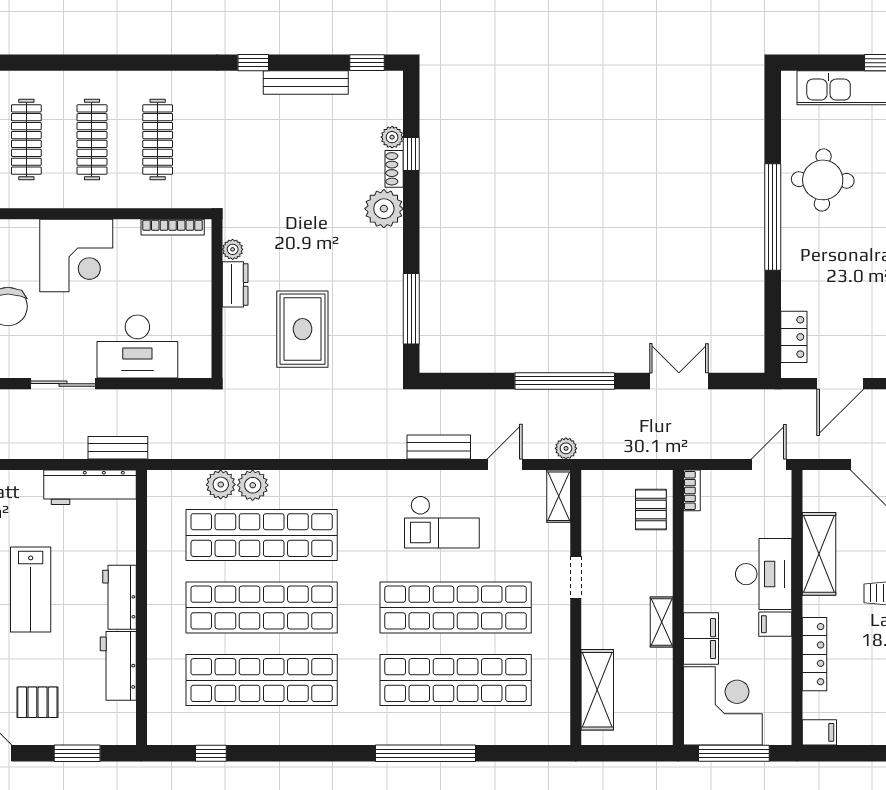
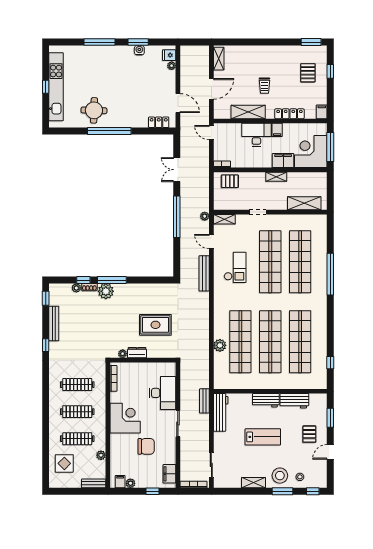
window: (411, 309) -> (112, 280), moved
bench: (439, 447) -> (204, 273), width x1.36
plant: (221, 485) -> (220, 359), removed

